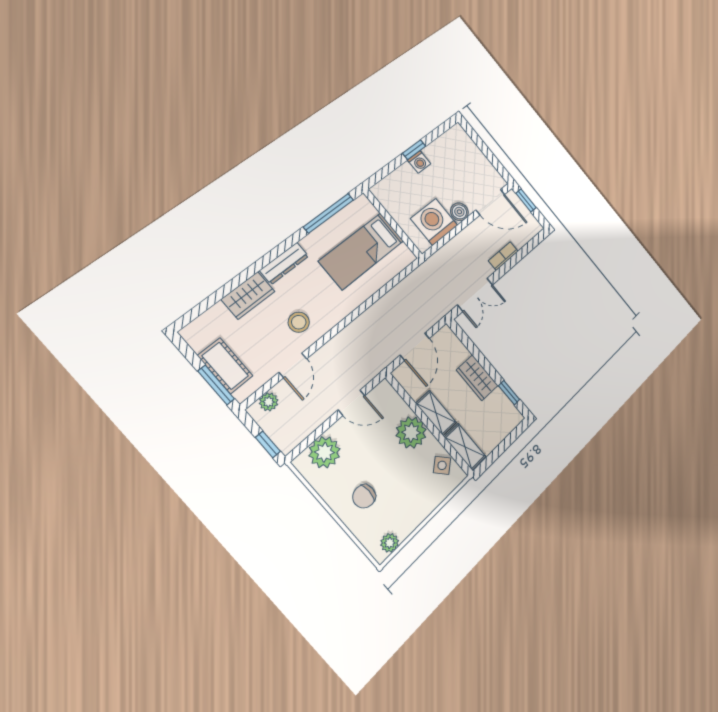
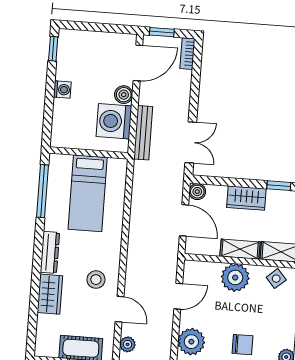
window: (414, 150) -> (53, 49), moved
bench: (447, 252) -> (143, 133), added
bookcase: (503, 256) -> (187, 54), moved
boiler: (446, 335) -> (197, 192), added
chair: (364, 496) -> (242, 345), turned -90

